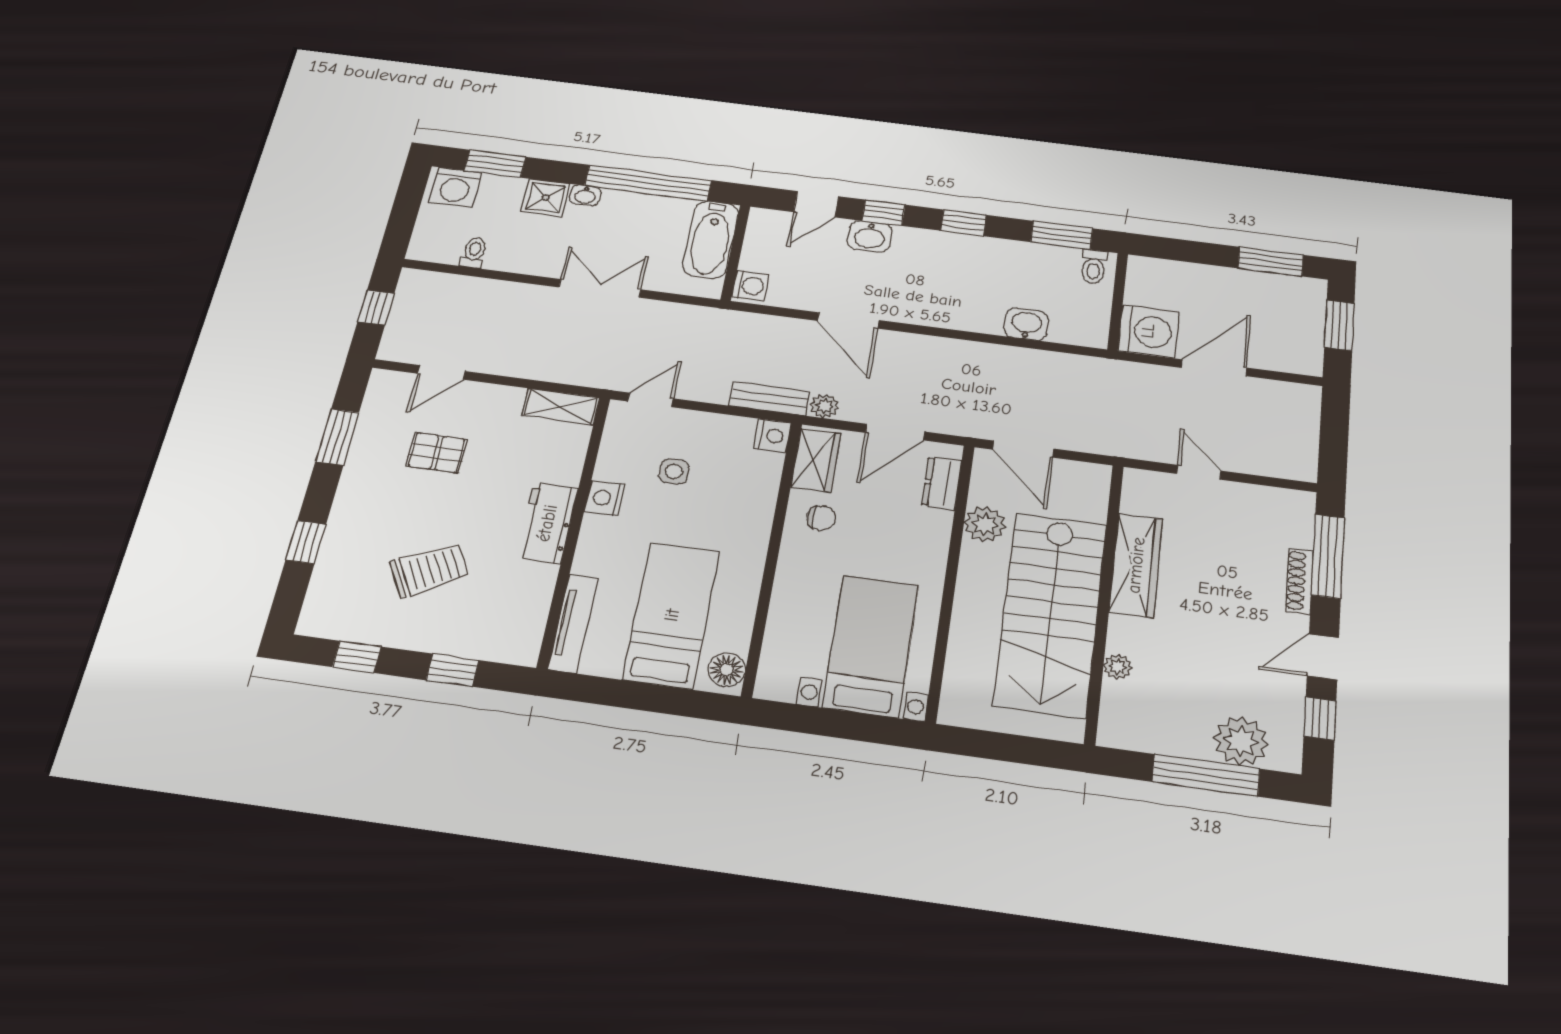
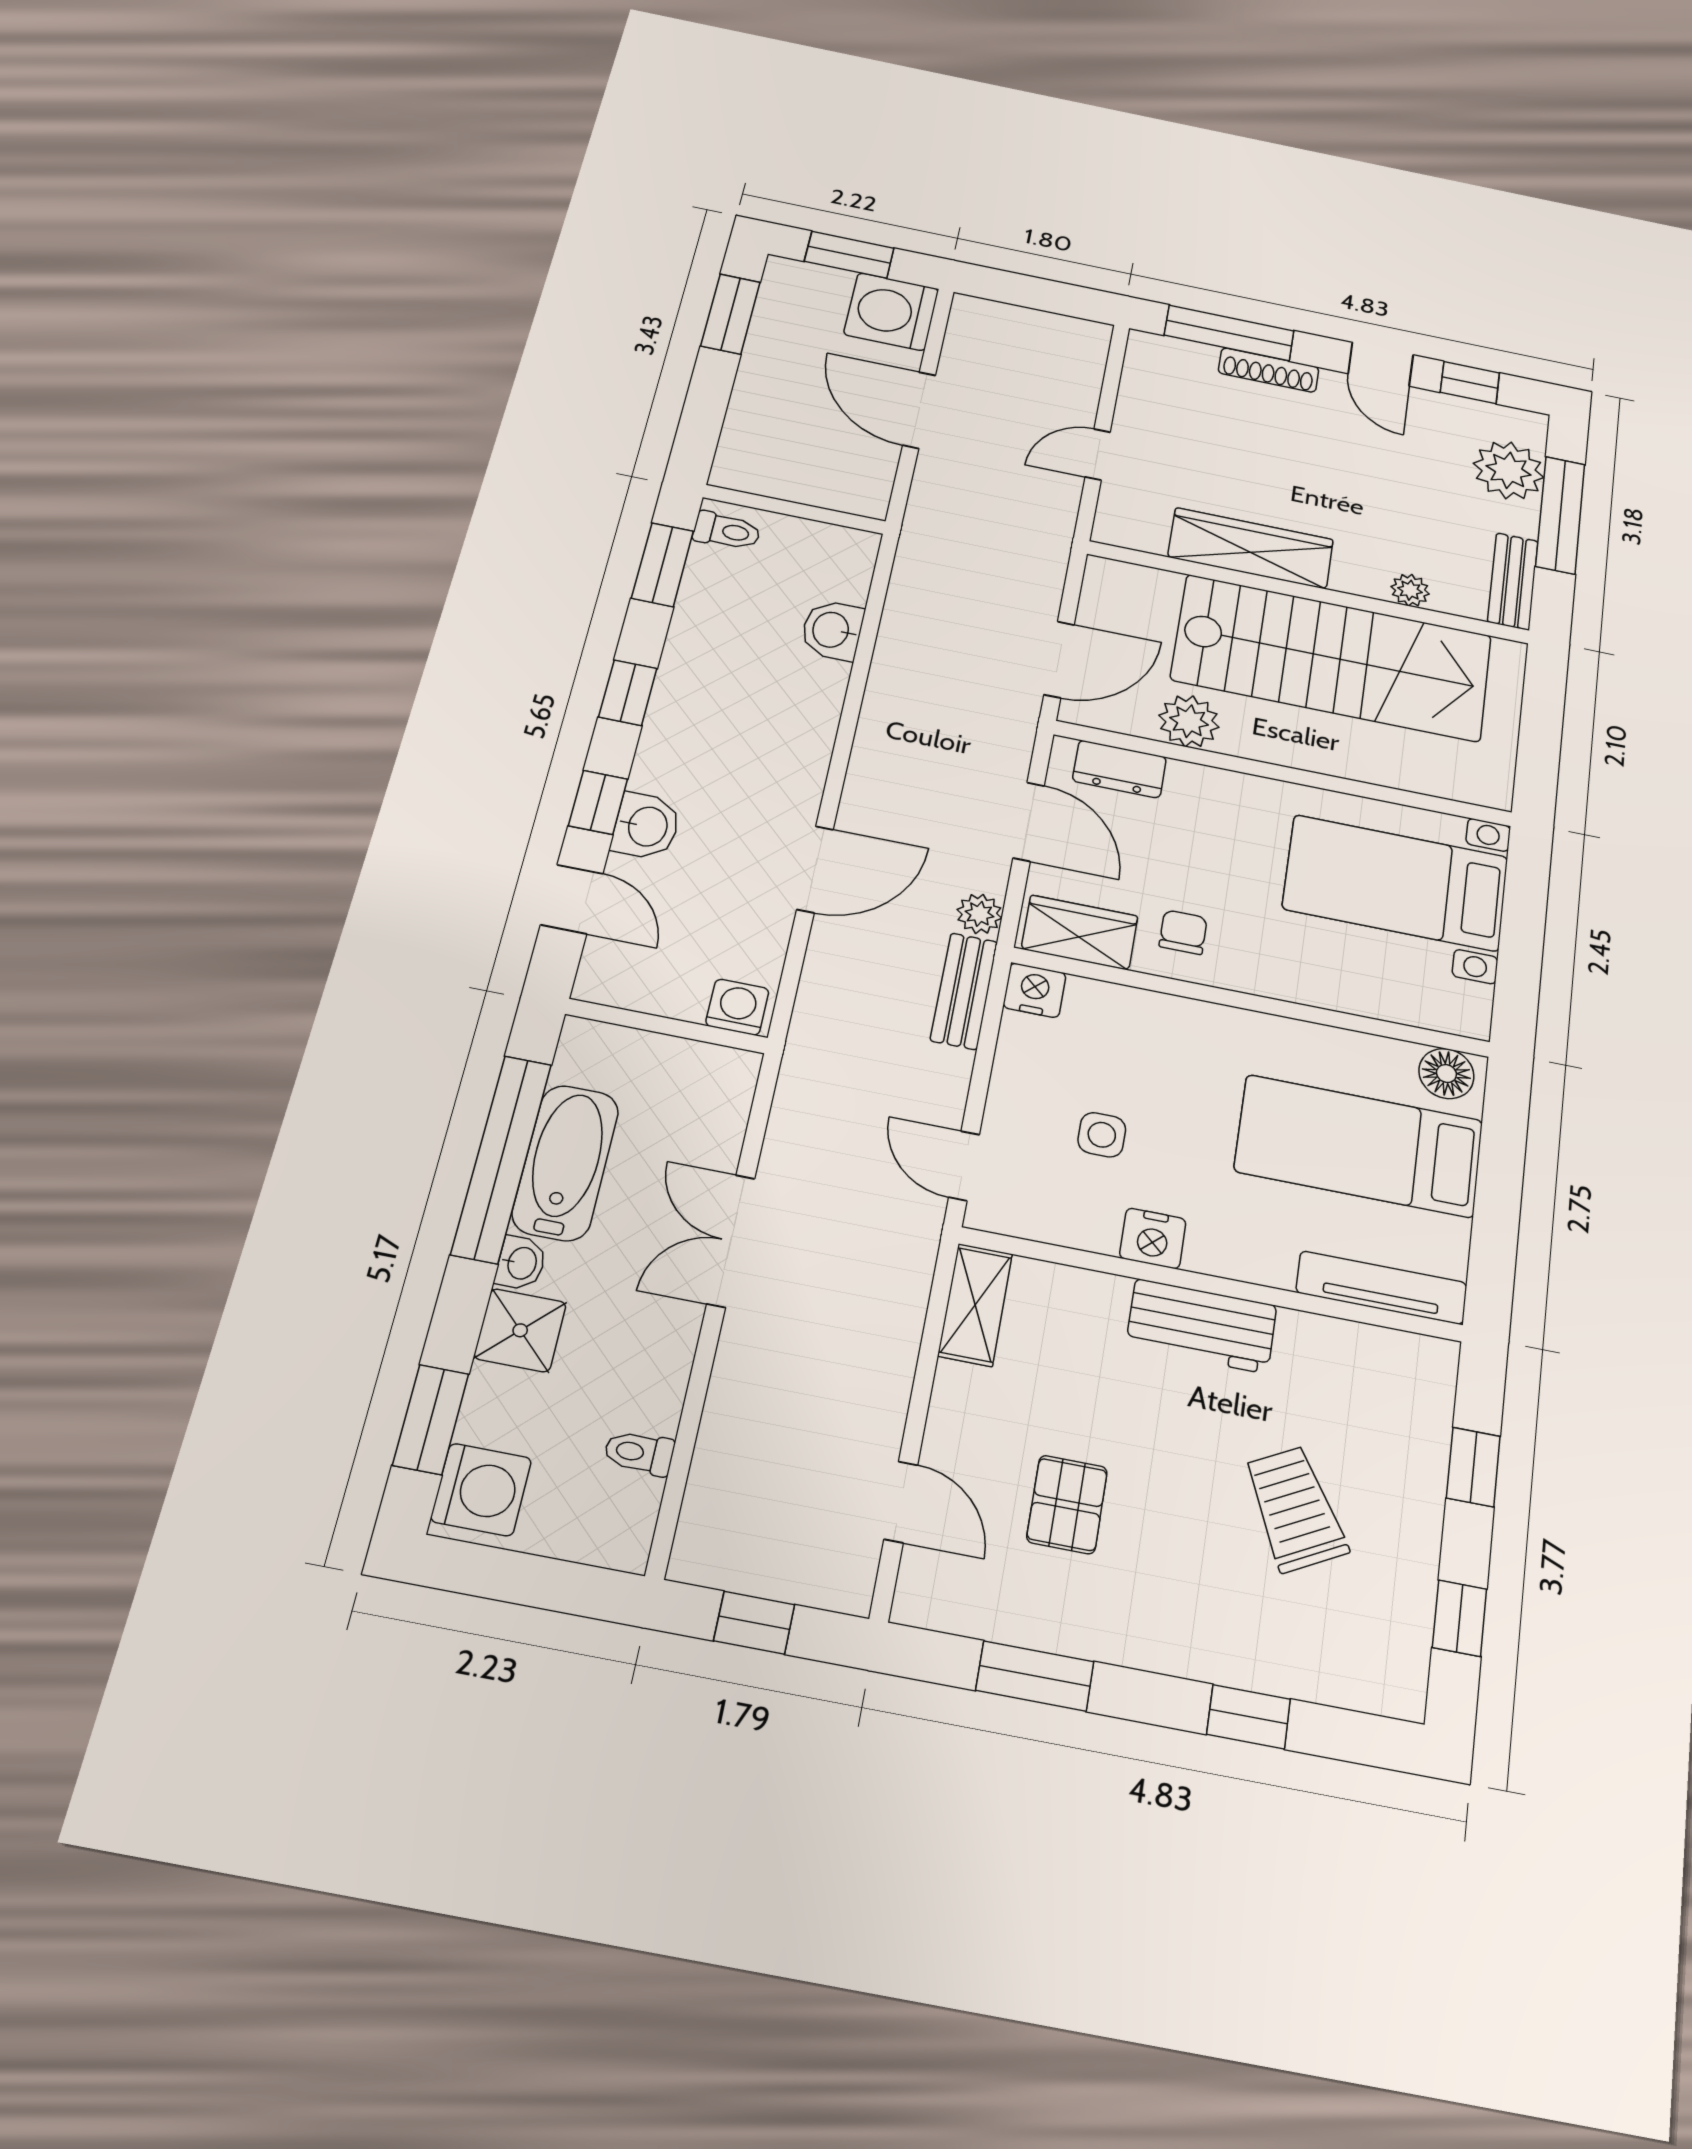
bathtub: (711, 239) -> (566, 1163), moved, turned -90
washing machine: (1148, 331) -> (891, 312), moved, turned -90
bench: (1138, 737) -> (1513, 581), added

